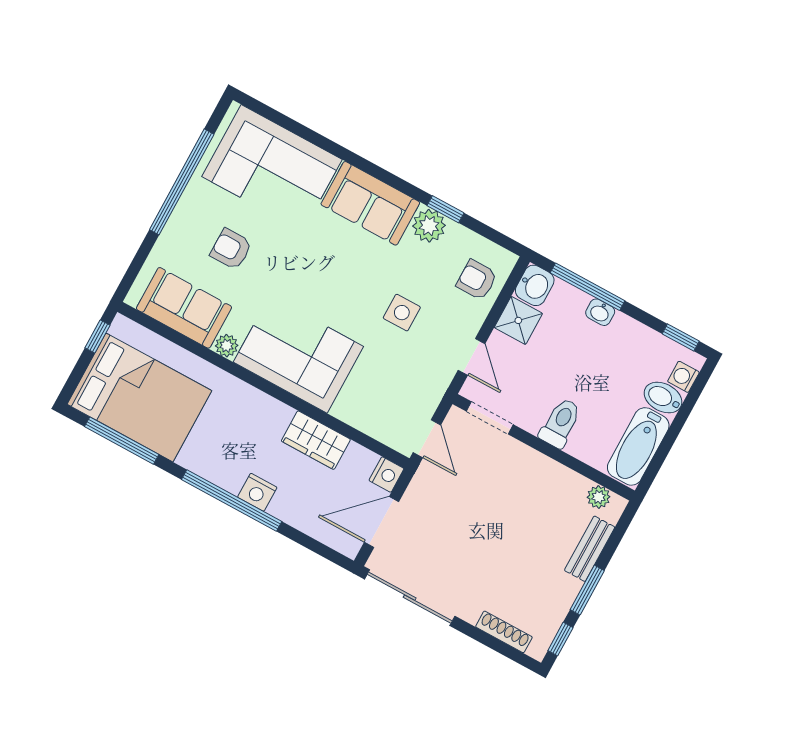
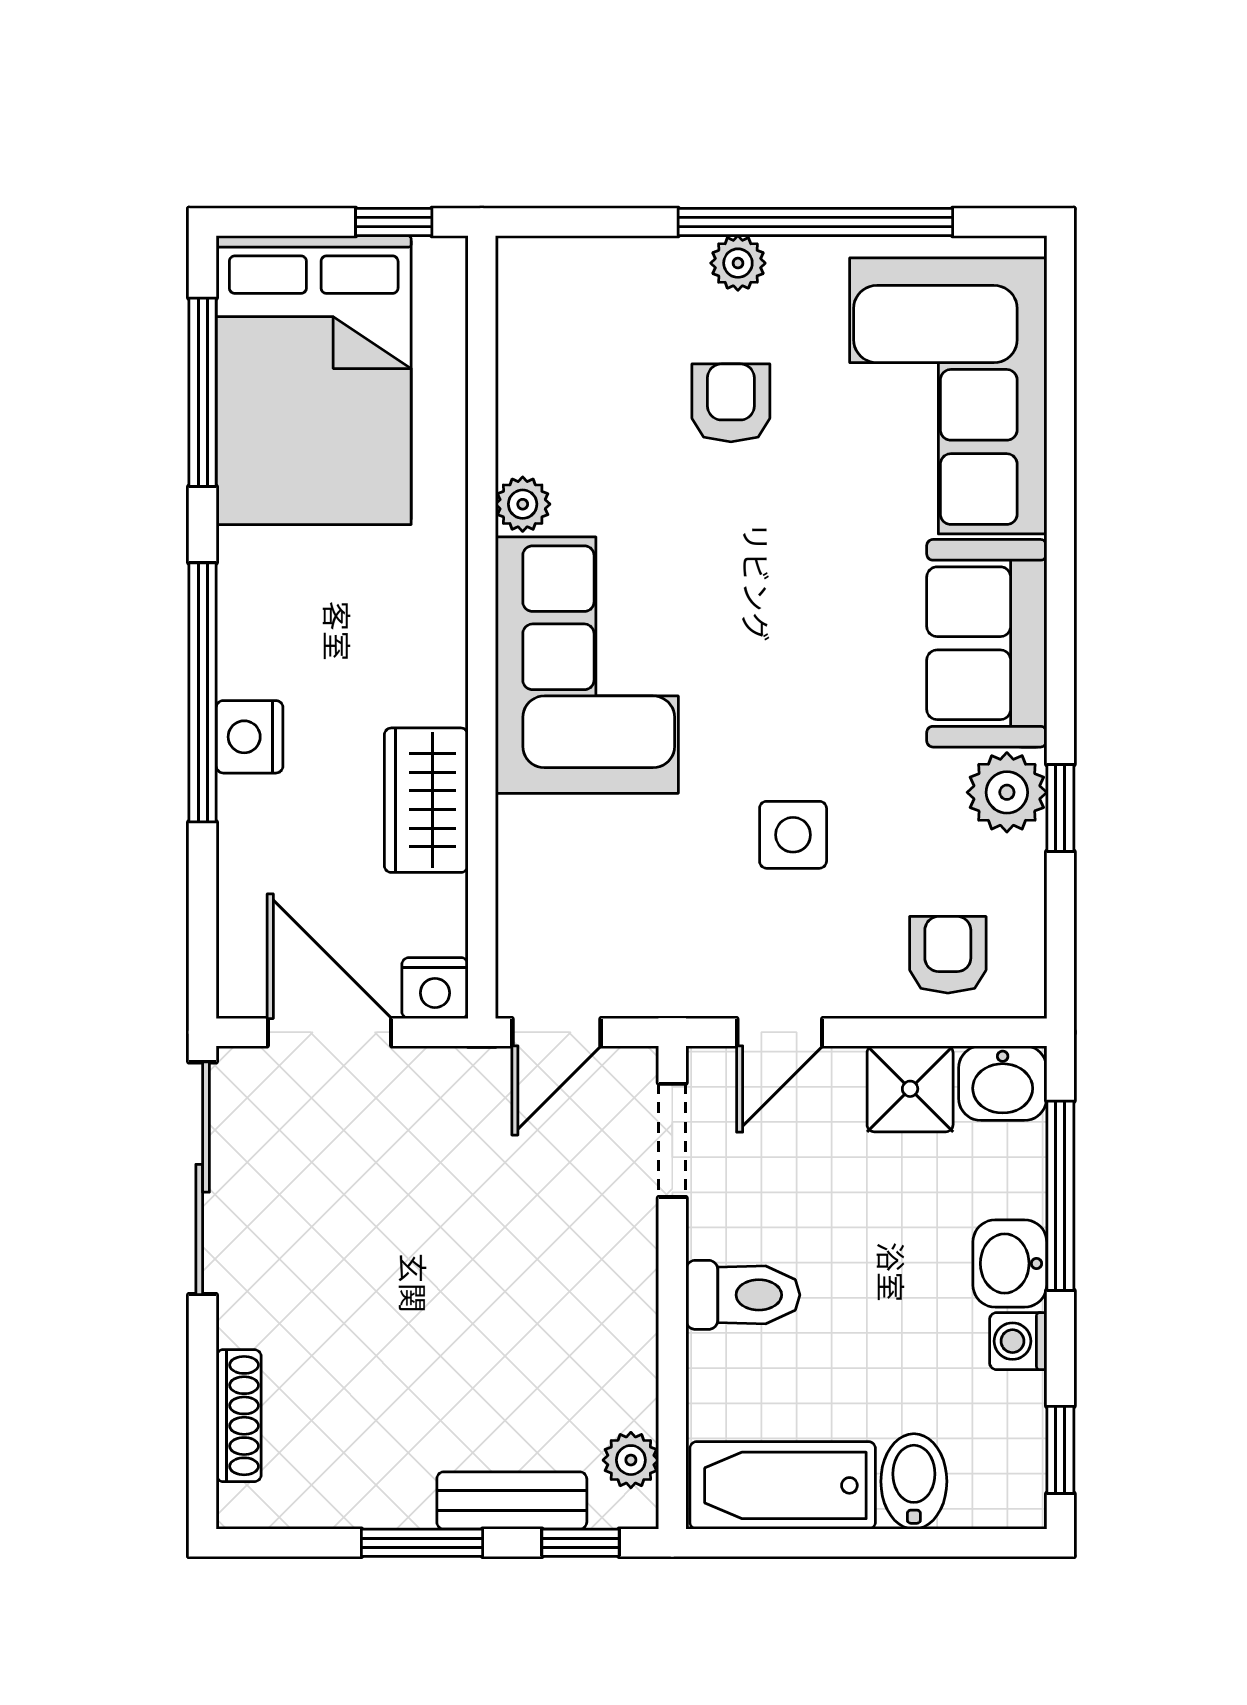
plant: (181, 219) -> (738, 263), added
sofa: (184, 308) -> (553, 371), removed
washbasin: (600, 312) -> (1010, 1263), width x1.38, depth x1.45
washing machine: (683, 377) -> (1018, 1341), moved, turned -90
window: (560, 639) -> (580, 1543), moved

